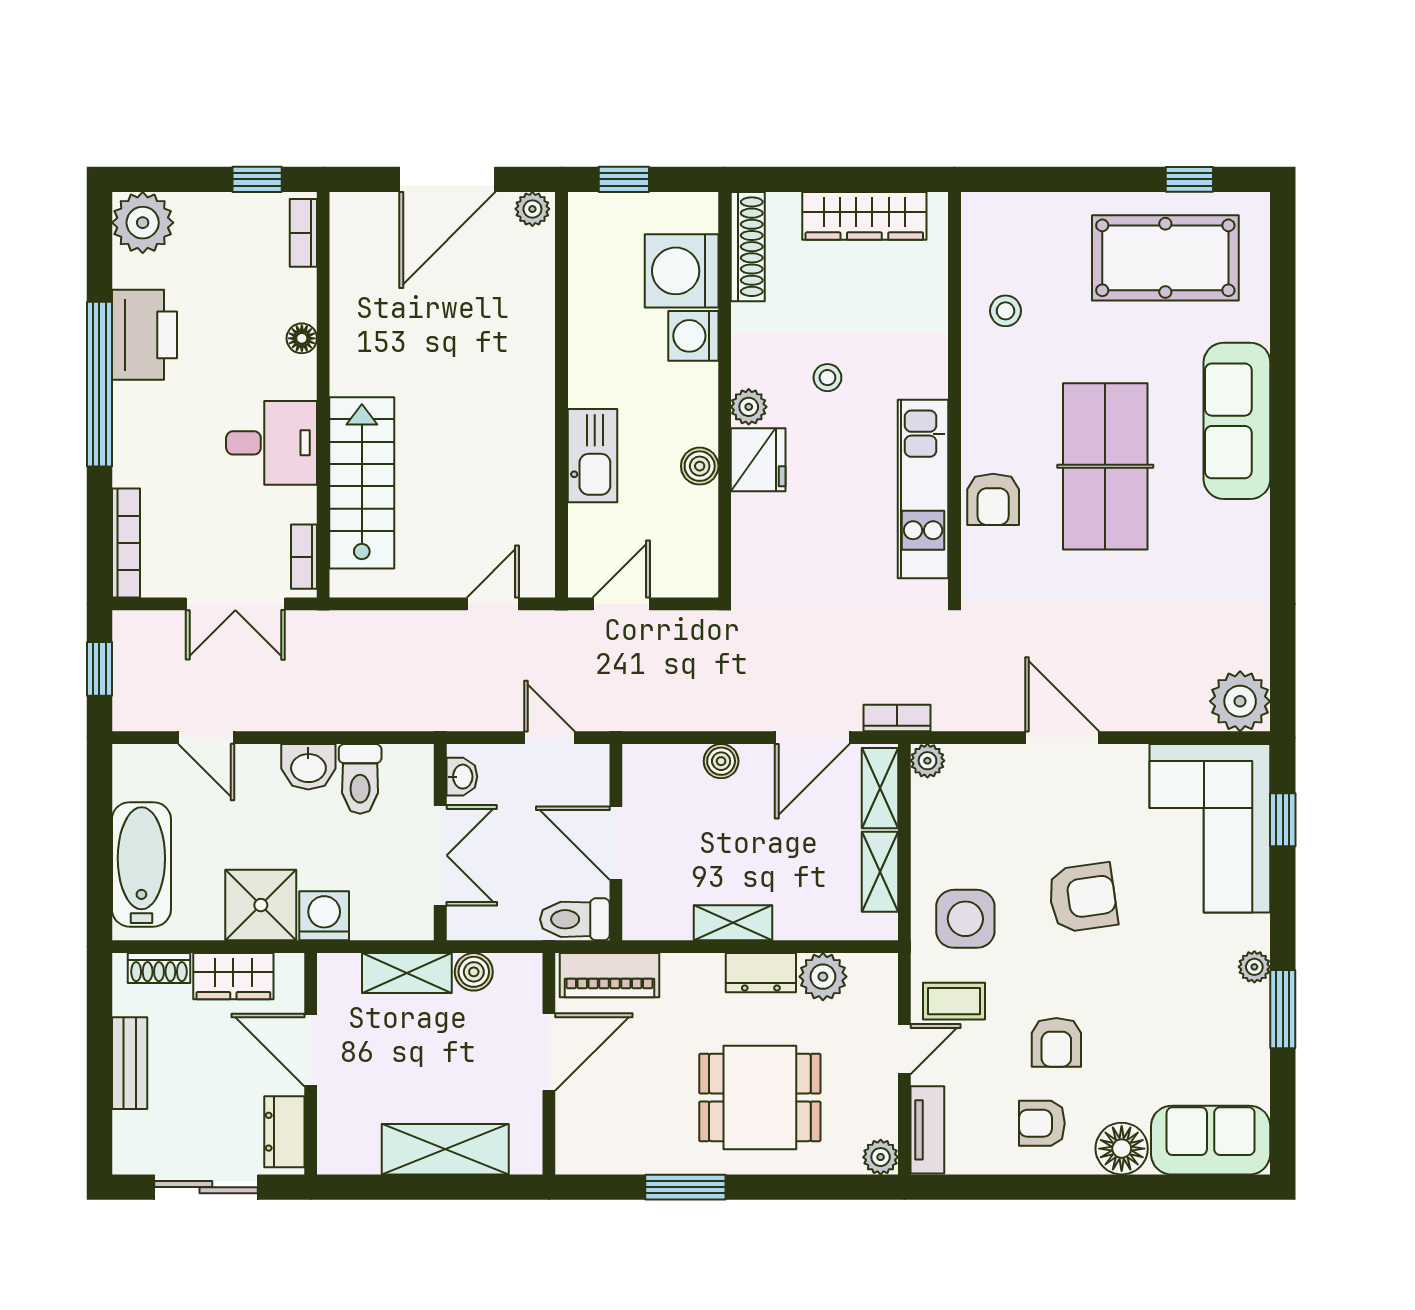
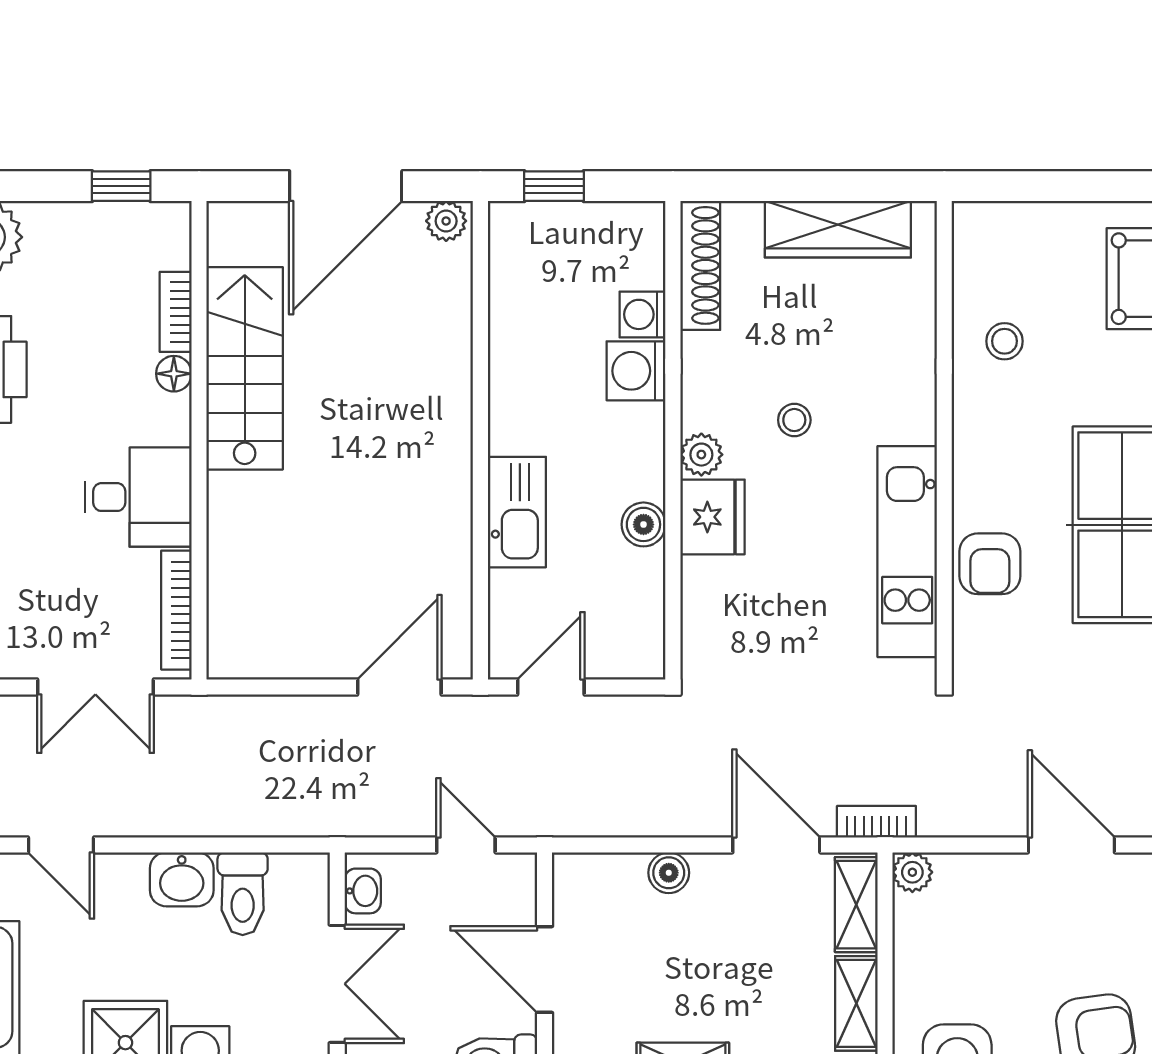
bookcase: (303, 233) -> (176, 312), moved
washing machine: (682, 271) -> (643, 314), width x0.53, depth x0.53
stairs: (362, 483) -> (245, 368), moved
bookcase: (304, 557) -> (176, 610), width x1.56
door: (493, 604) -> (399, 687), width x1.38
door: (812, 738) -> (776, 845), swing flipped

